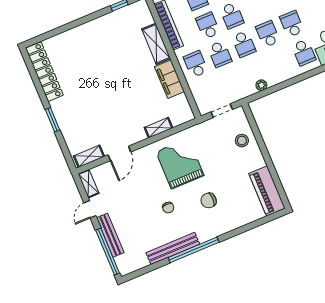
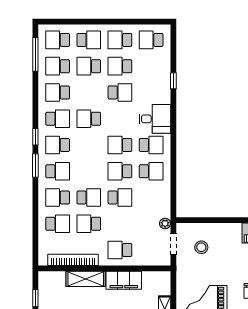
school desk: (220, 54) -> (151, 171), moved
plant: (261, 85) -> (165, 223), moved
stool: (242, 141) -> (201, 247), moved

